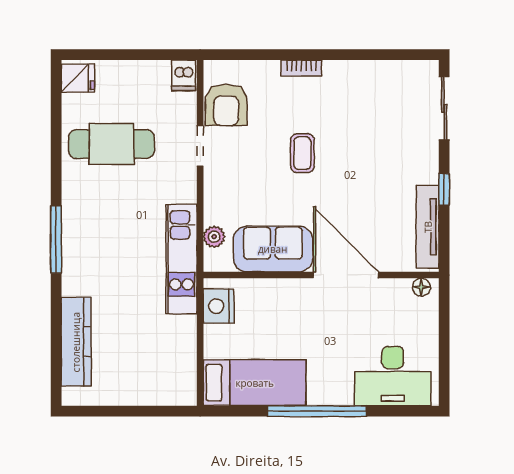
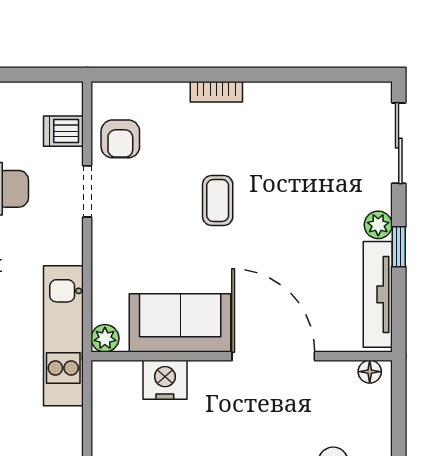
dishwasher: (184, 75) -> (63, 131), moved, turned 90
armchair: (226, 105) -> (120, 139), width x0.72, depth x0.72
plant: (428, 172) -> (378, 225), added
plant: (214, 237) -> (105, 338), moved
nightstand: (219, 306) -> (165, 380), moved, turned 90

